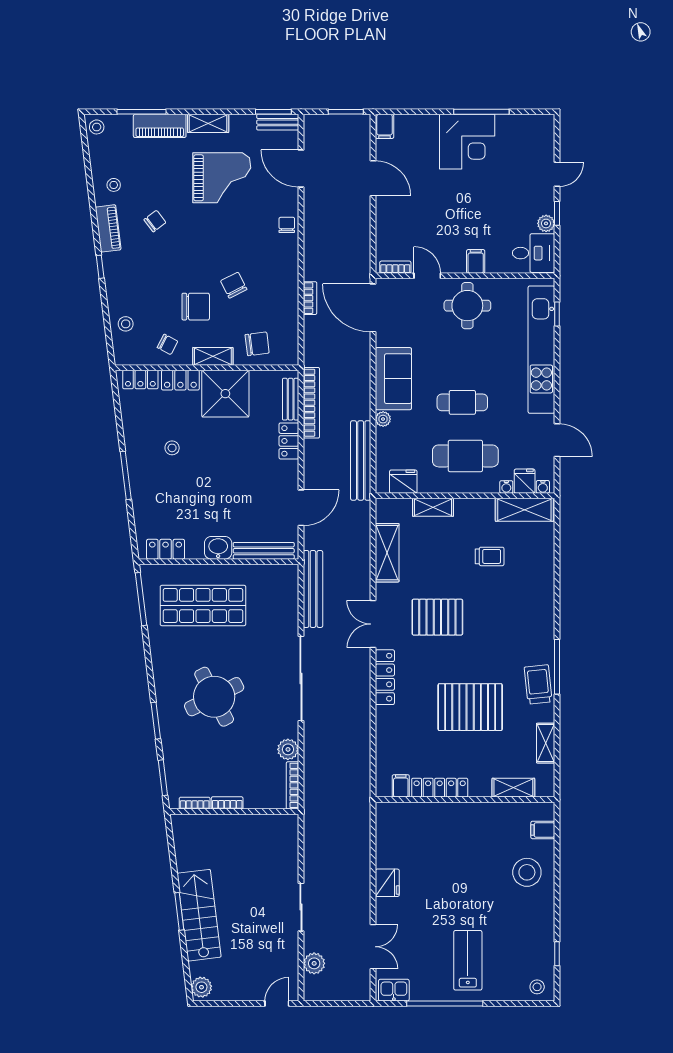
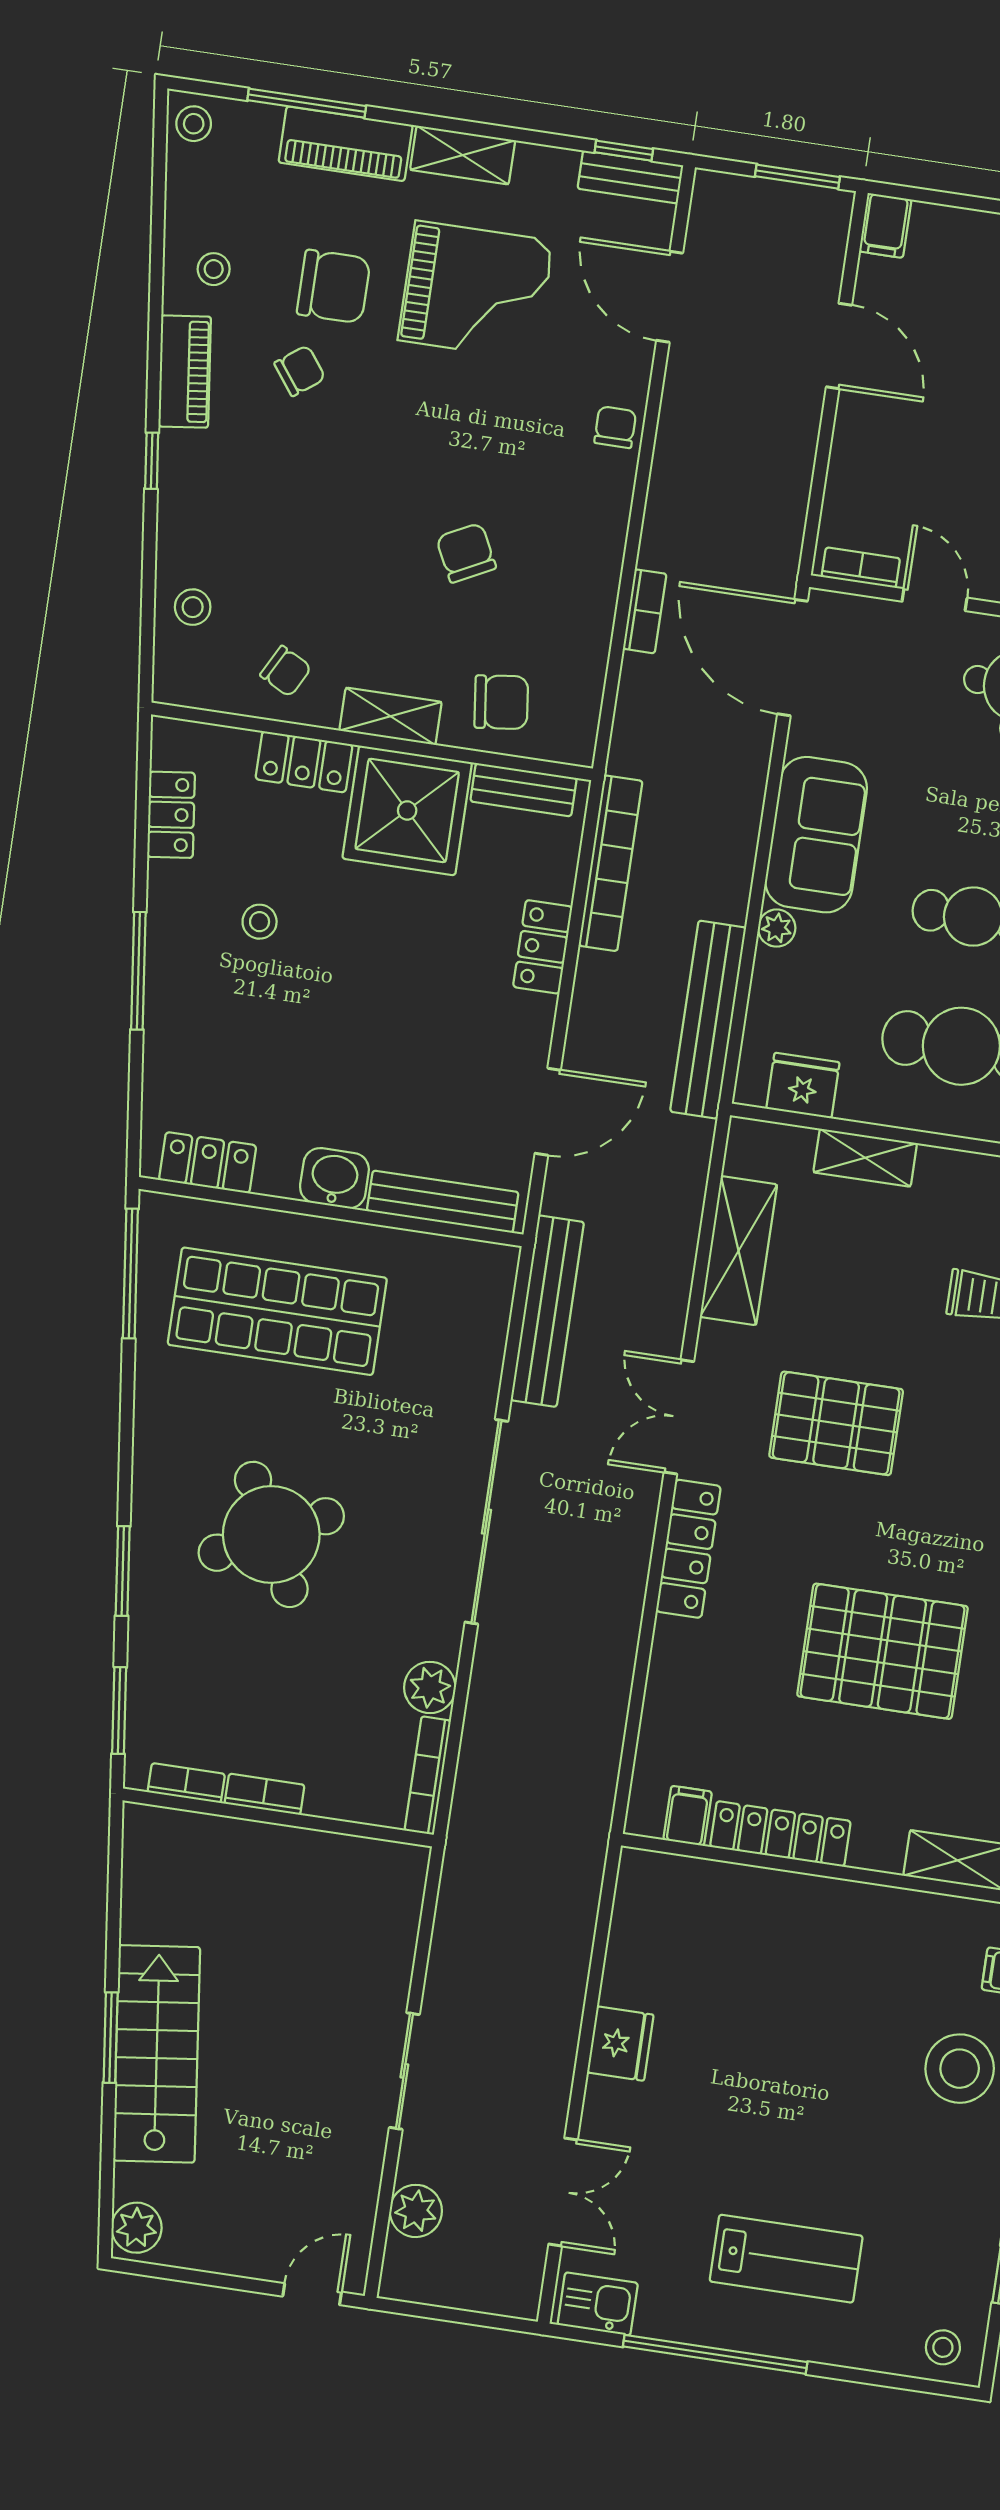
window: (273, 112) -> (624, 151), width x0.67
chair: (196, 307) -> (334, 286), moved
locker: (140, 379) -> (171, 815), moved, turned -97
bench: (291, 399) -> (524, 790), moved, turned 90
lab bench: (468, 960) -> (786, 2259), turned 90

